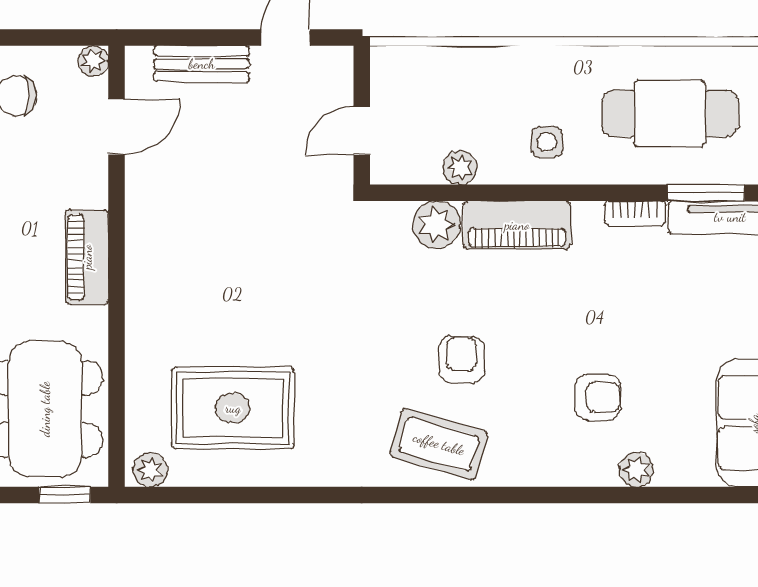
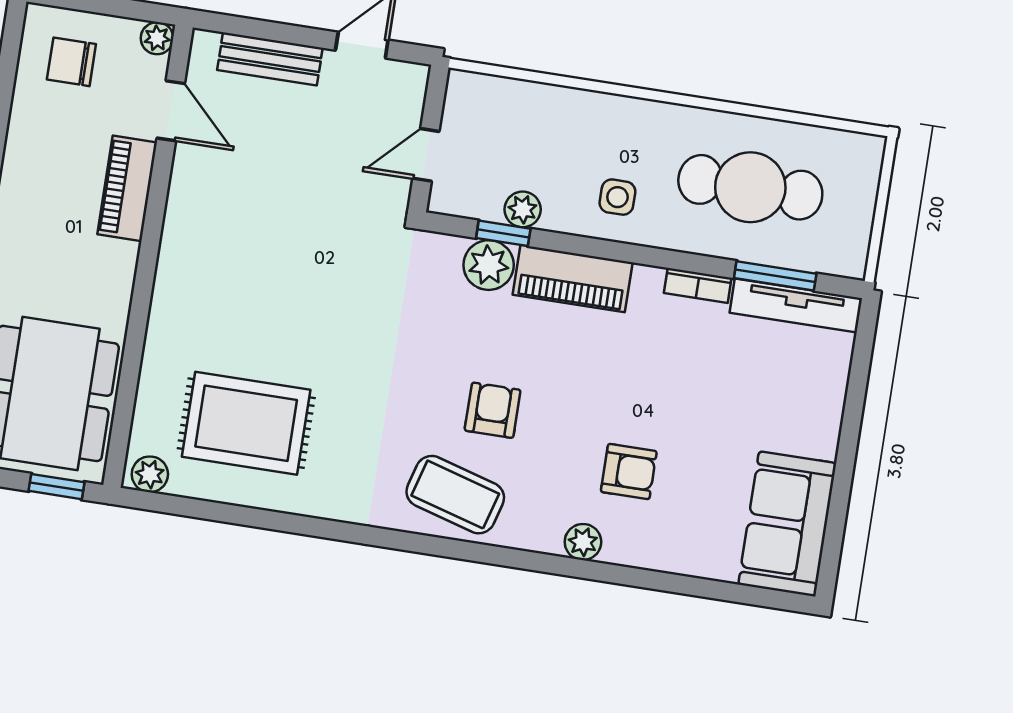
door: (117, 127) -> (171, 111), hinge flipped
window: (445, 193) -> (503, 233), added
piano: (87, 257) -> (127, 188), moved
plant: (636, 470) -> (583, 542), moved

